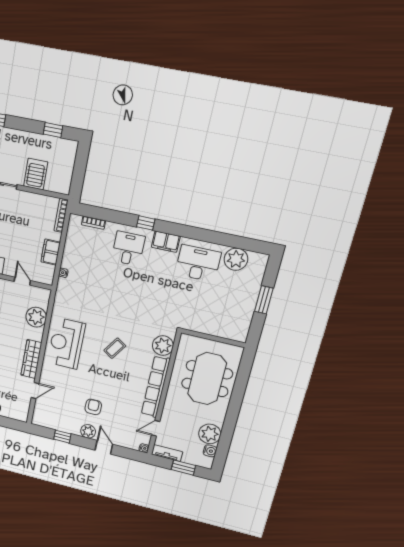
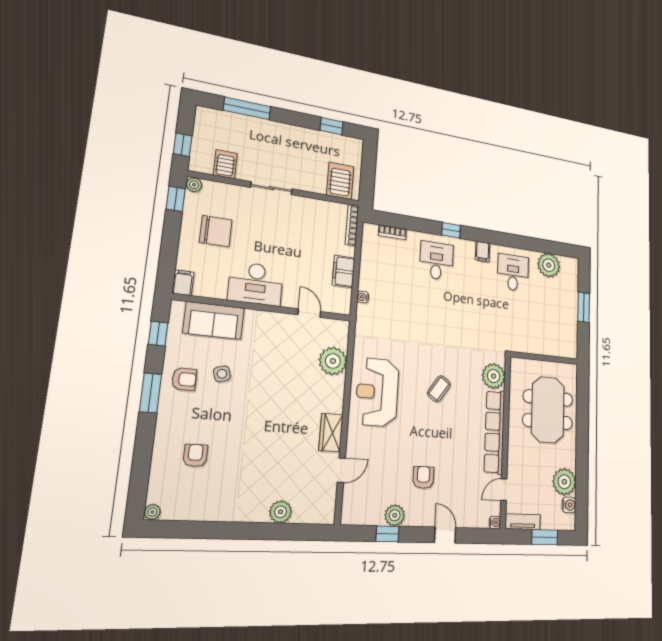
server rack: (36, 174) -> (340, 181), moved
filing cabinet: (166, 242) -> (483, 251), width x0.50
desk: (198, 263) -> (513, 273), width x0.73
wardrobe: (31, 359) -> (331, 433), width x0.67
plant: (88, 431) -> (395, 515), moved

